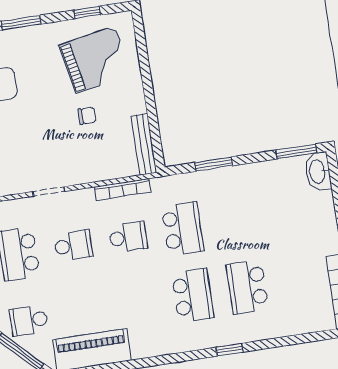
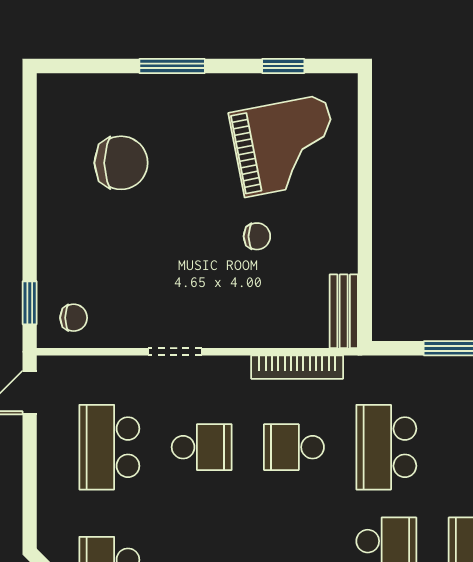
bench: (144, 144) -> (344, 311), width x0.73
school desk: (183, 229) -> (386, 447), turned 180
school desk: (128, 237) -> (294, 447), turned 180

